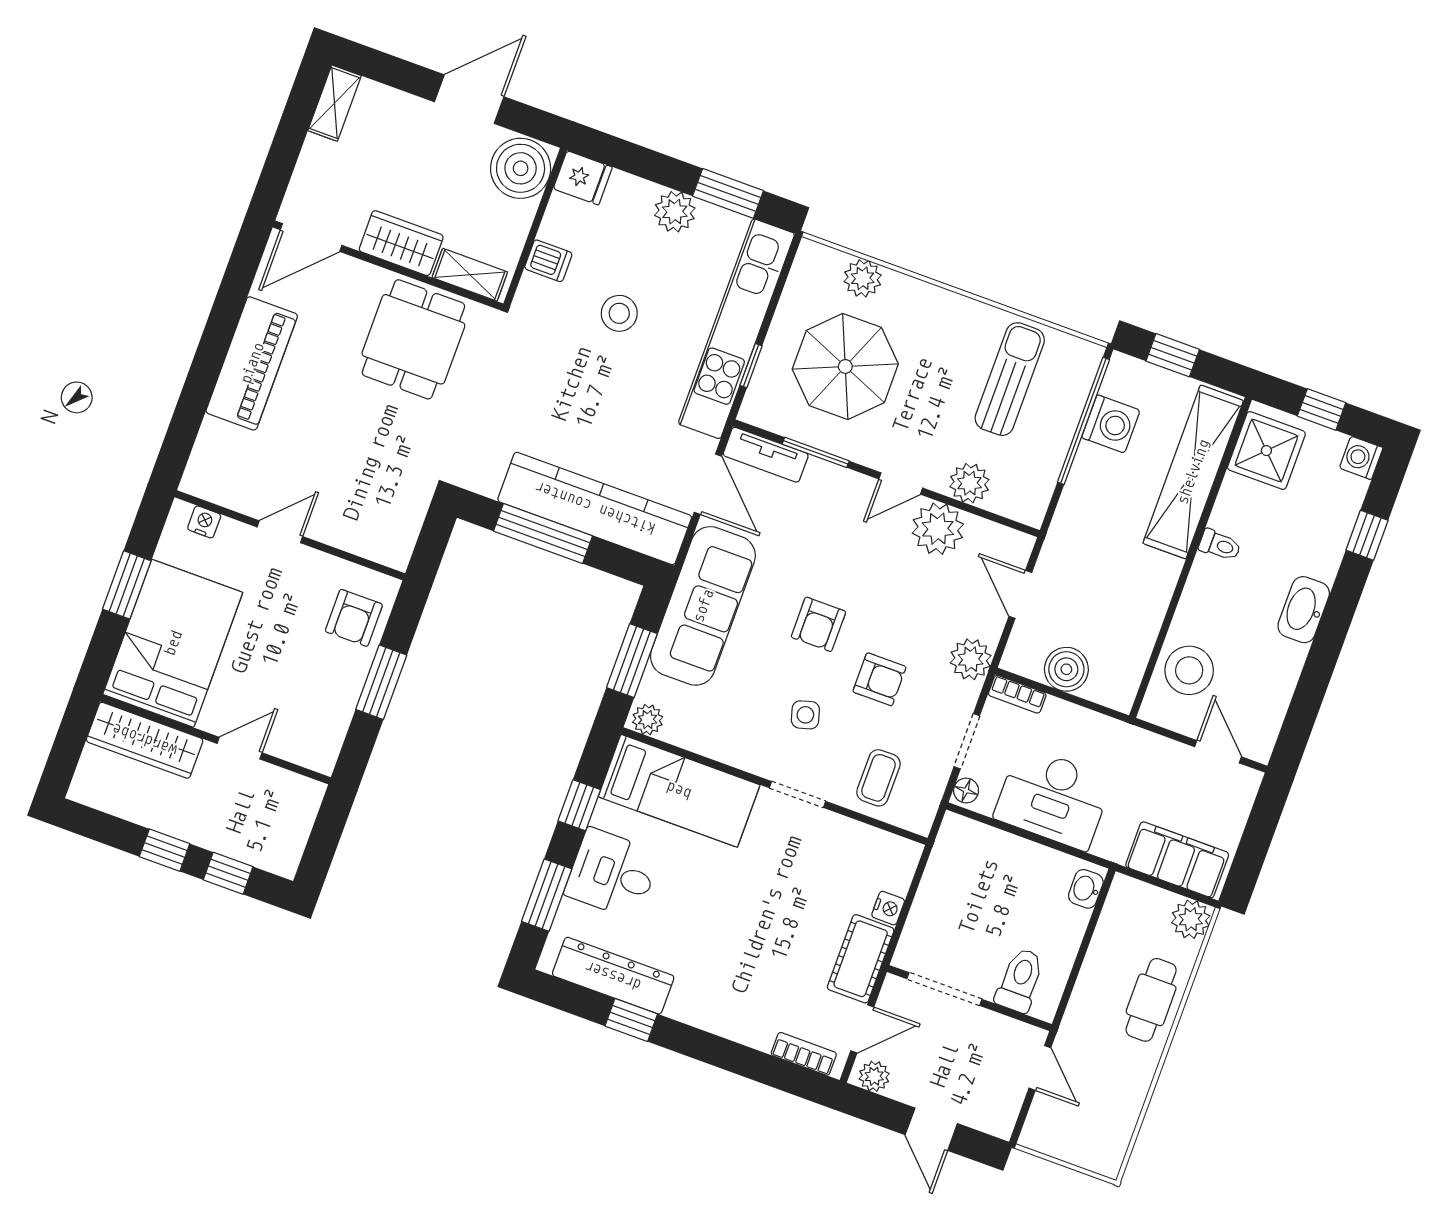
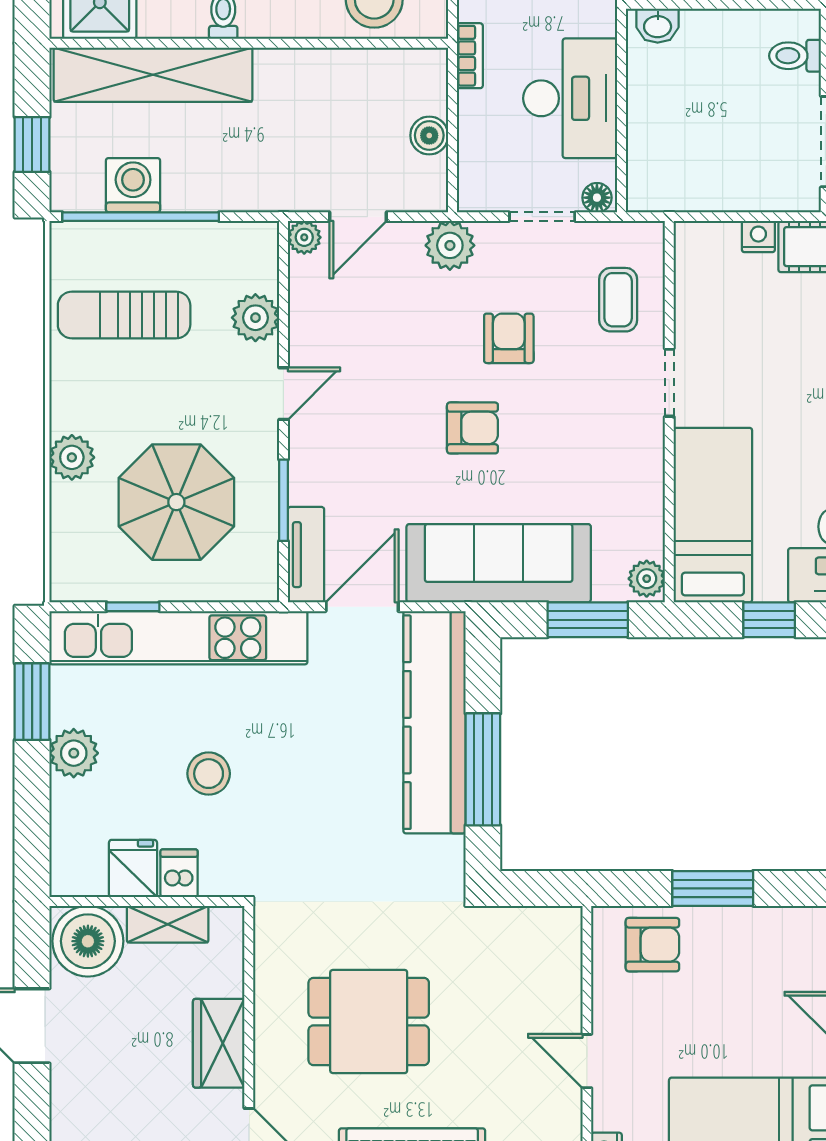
fridge: (583, 178) -> (133, 868), moved
shelving: (470, 275) -> (168, 924), moved, turned 90
plant: (863, 278) -> (72, 457), moved
dining table: (413, 339) -> (369, 1022), moved
window: (751, 366) -> (133, 607), moved
door: (901, 483) -> (283, 394), hinge flipped
plant: (938, 529) -> (304, 237), moved, width x0.53, depth x0.53
boiler: (1066, 669) -> (429, 135), width x0.73, depth x0.73
bookcase: (1017, 694) -> (470, 56), moved
side table: (805, 715) -> (578, 406), removed
coffee table: (878, 778) -> (618, 300), turned 90
toilet: (1020, 980) -> (795, 56), width x0.73, depth x0.72

